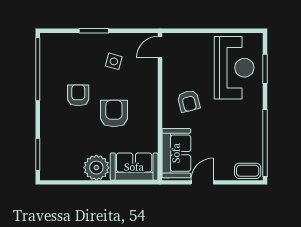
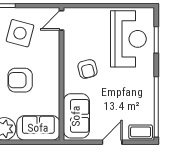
side table: (114, 61) -> (20, 33), width x1.87, depth x1.87
armchair: (114, 113) -> (20, 80), turned -90
door: (202, 182) -> (112, 142), moved

